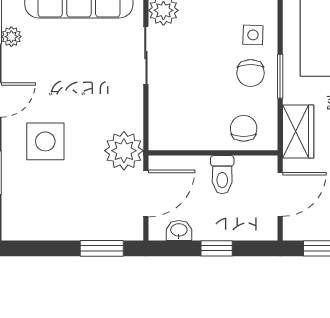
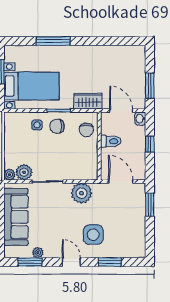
chair: (251, 73) -> (57, 126), turned 180
chair: (244, 128) -> (86, 130), turned -90
plant: (124, 151) -> (82, 193), moved
washbasin: (179, 230) -> (140, 119), moved

